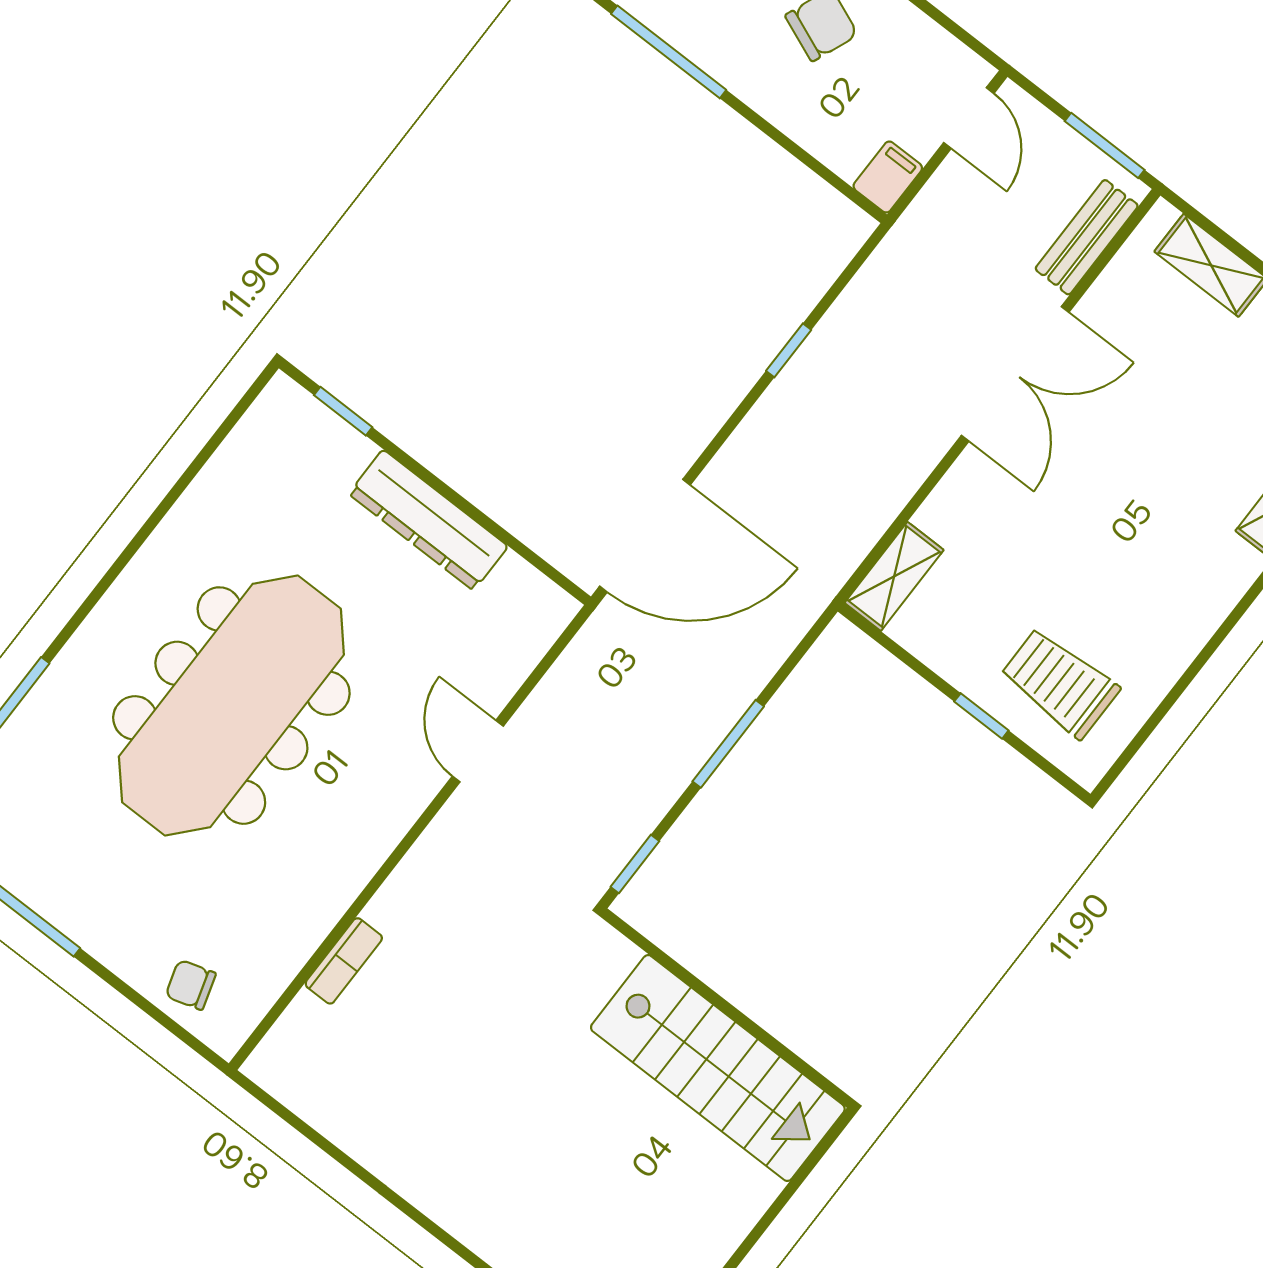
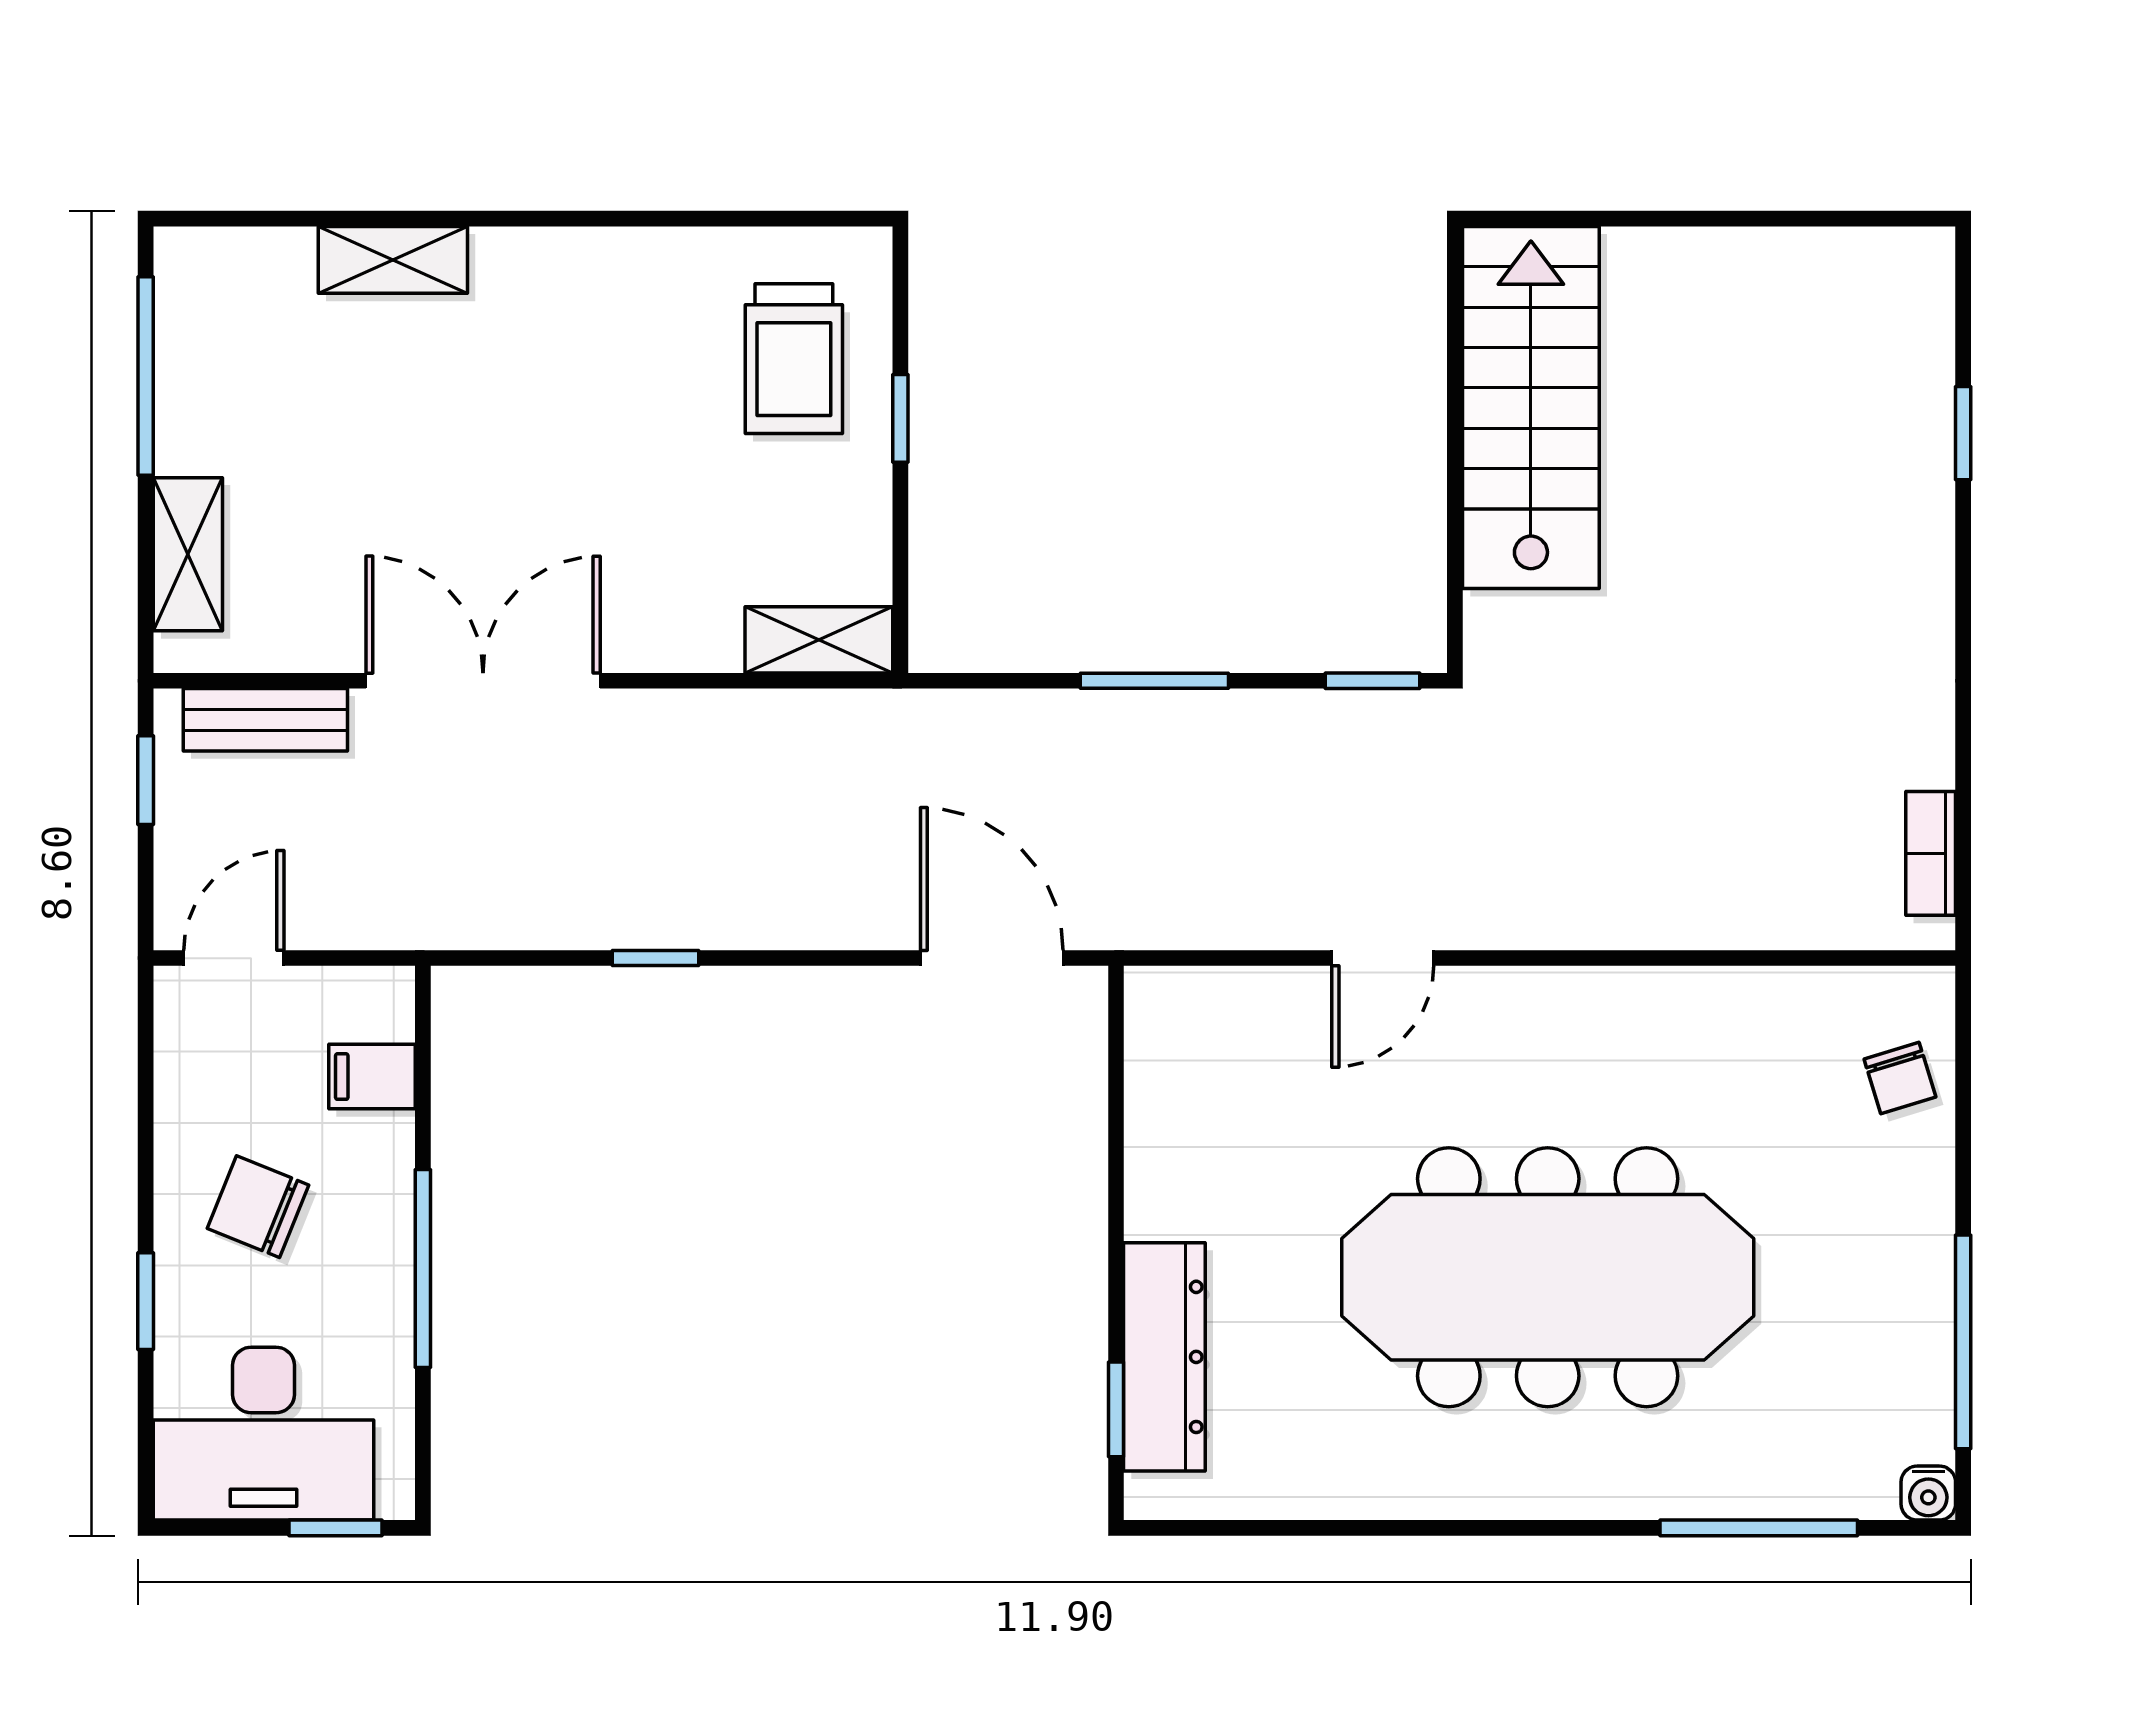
window: (669, 52) -> (423, 1269), moved
window: (1105, 145) -> (146, 780), width x0.67
filing cabinet: (888, 177) -> (372, 1077), moved
dresser: (428, 520) -> (1164, 1357), moved
door: (645, 536) -> (992, 958), width x0.73
bookcase: (344, 961) -> (1931, 853), moved, turned -90

